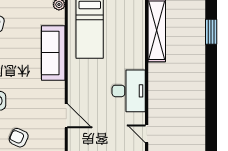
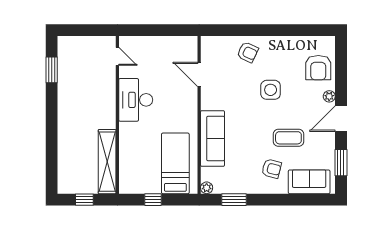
window: (211, 32) -> (52, 70), moved

